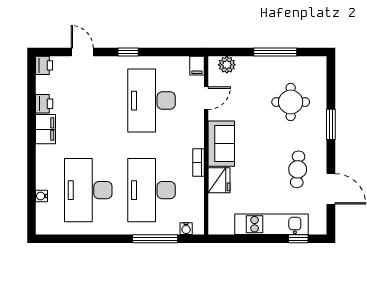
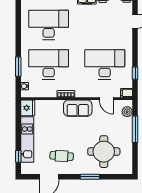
window: (128, 52) -> (135, 73), moved
window: (275, 52) -> (135, 129), moved
round table: (291, 102) -> (104, 152), width x1.36, depth x1.36
fridge: (219, 180) -> (28, 108), moved, turned -90
window: (155, 239) -> (18, 67), width x0.69

